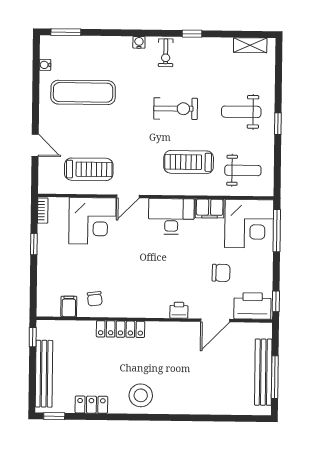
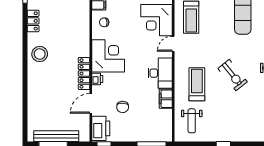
exercise bike: (176, 109) -> (233, 75), turned -39
weight bench: (241, 112) -> (231, 119), removed
door: (128, 196) -> (173, 44), hinge flipped
corner desk: (249, 224) -> (108, 56), moved, turned 180
door: (215, 320) -> (91, 103), hinge flipped
locker: (121, 329) -> (84, 73), moved

